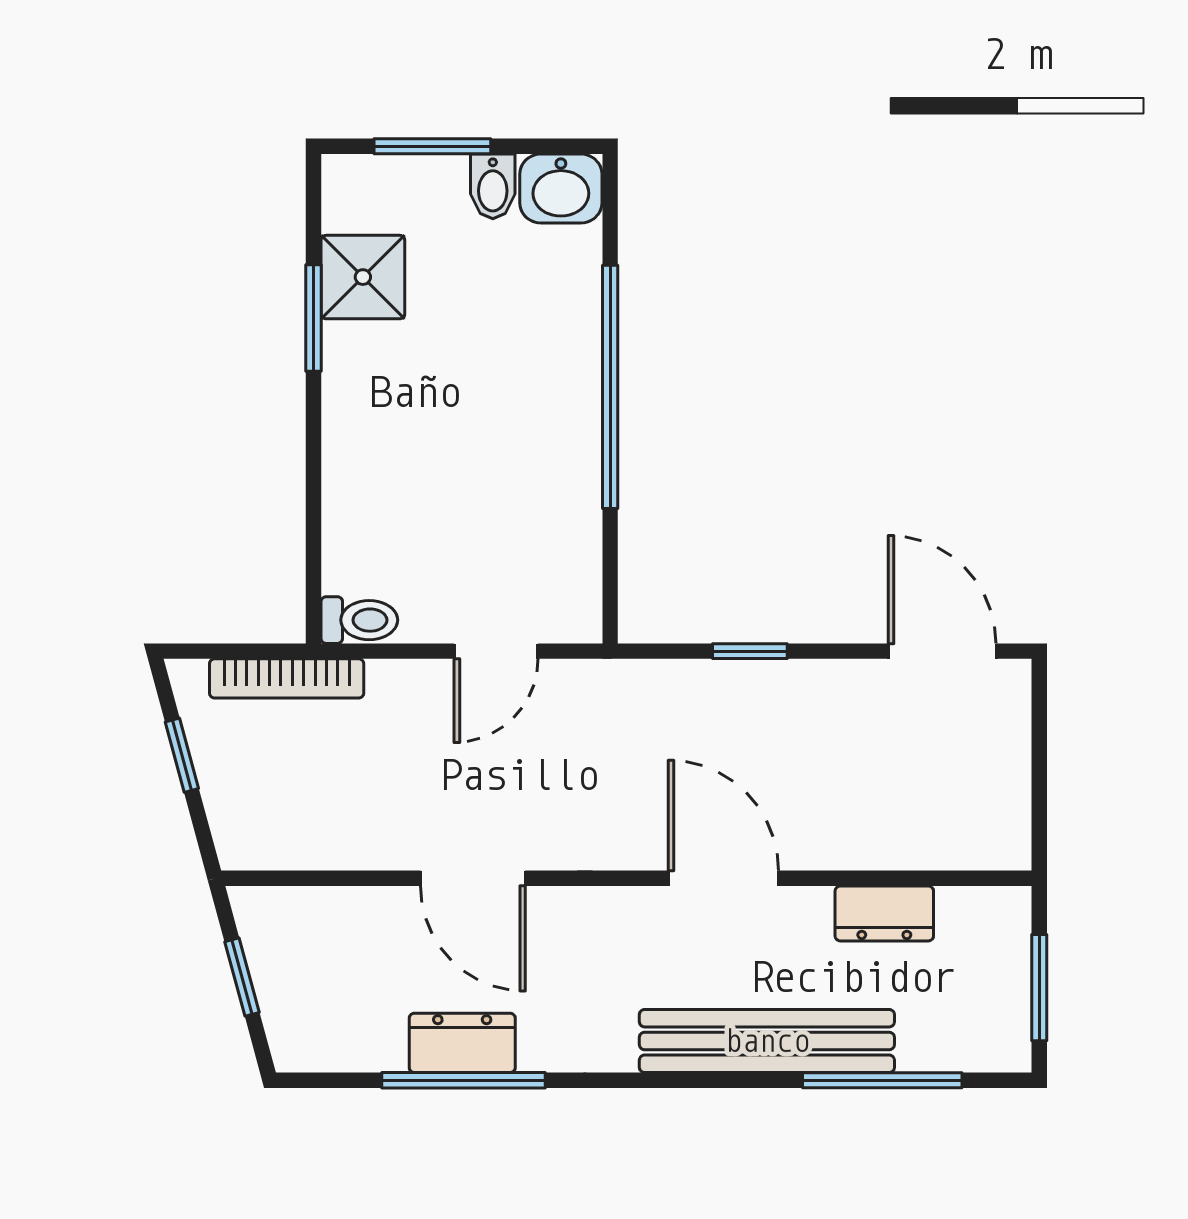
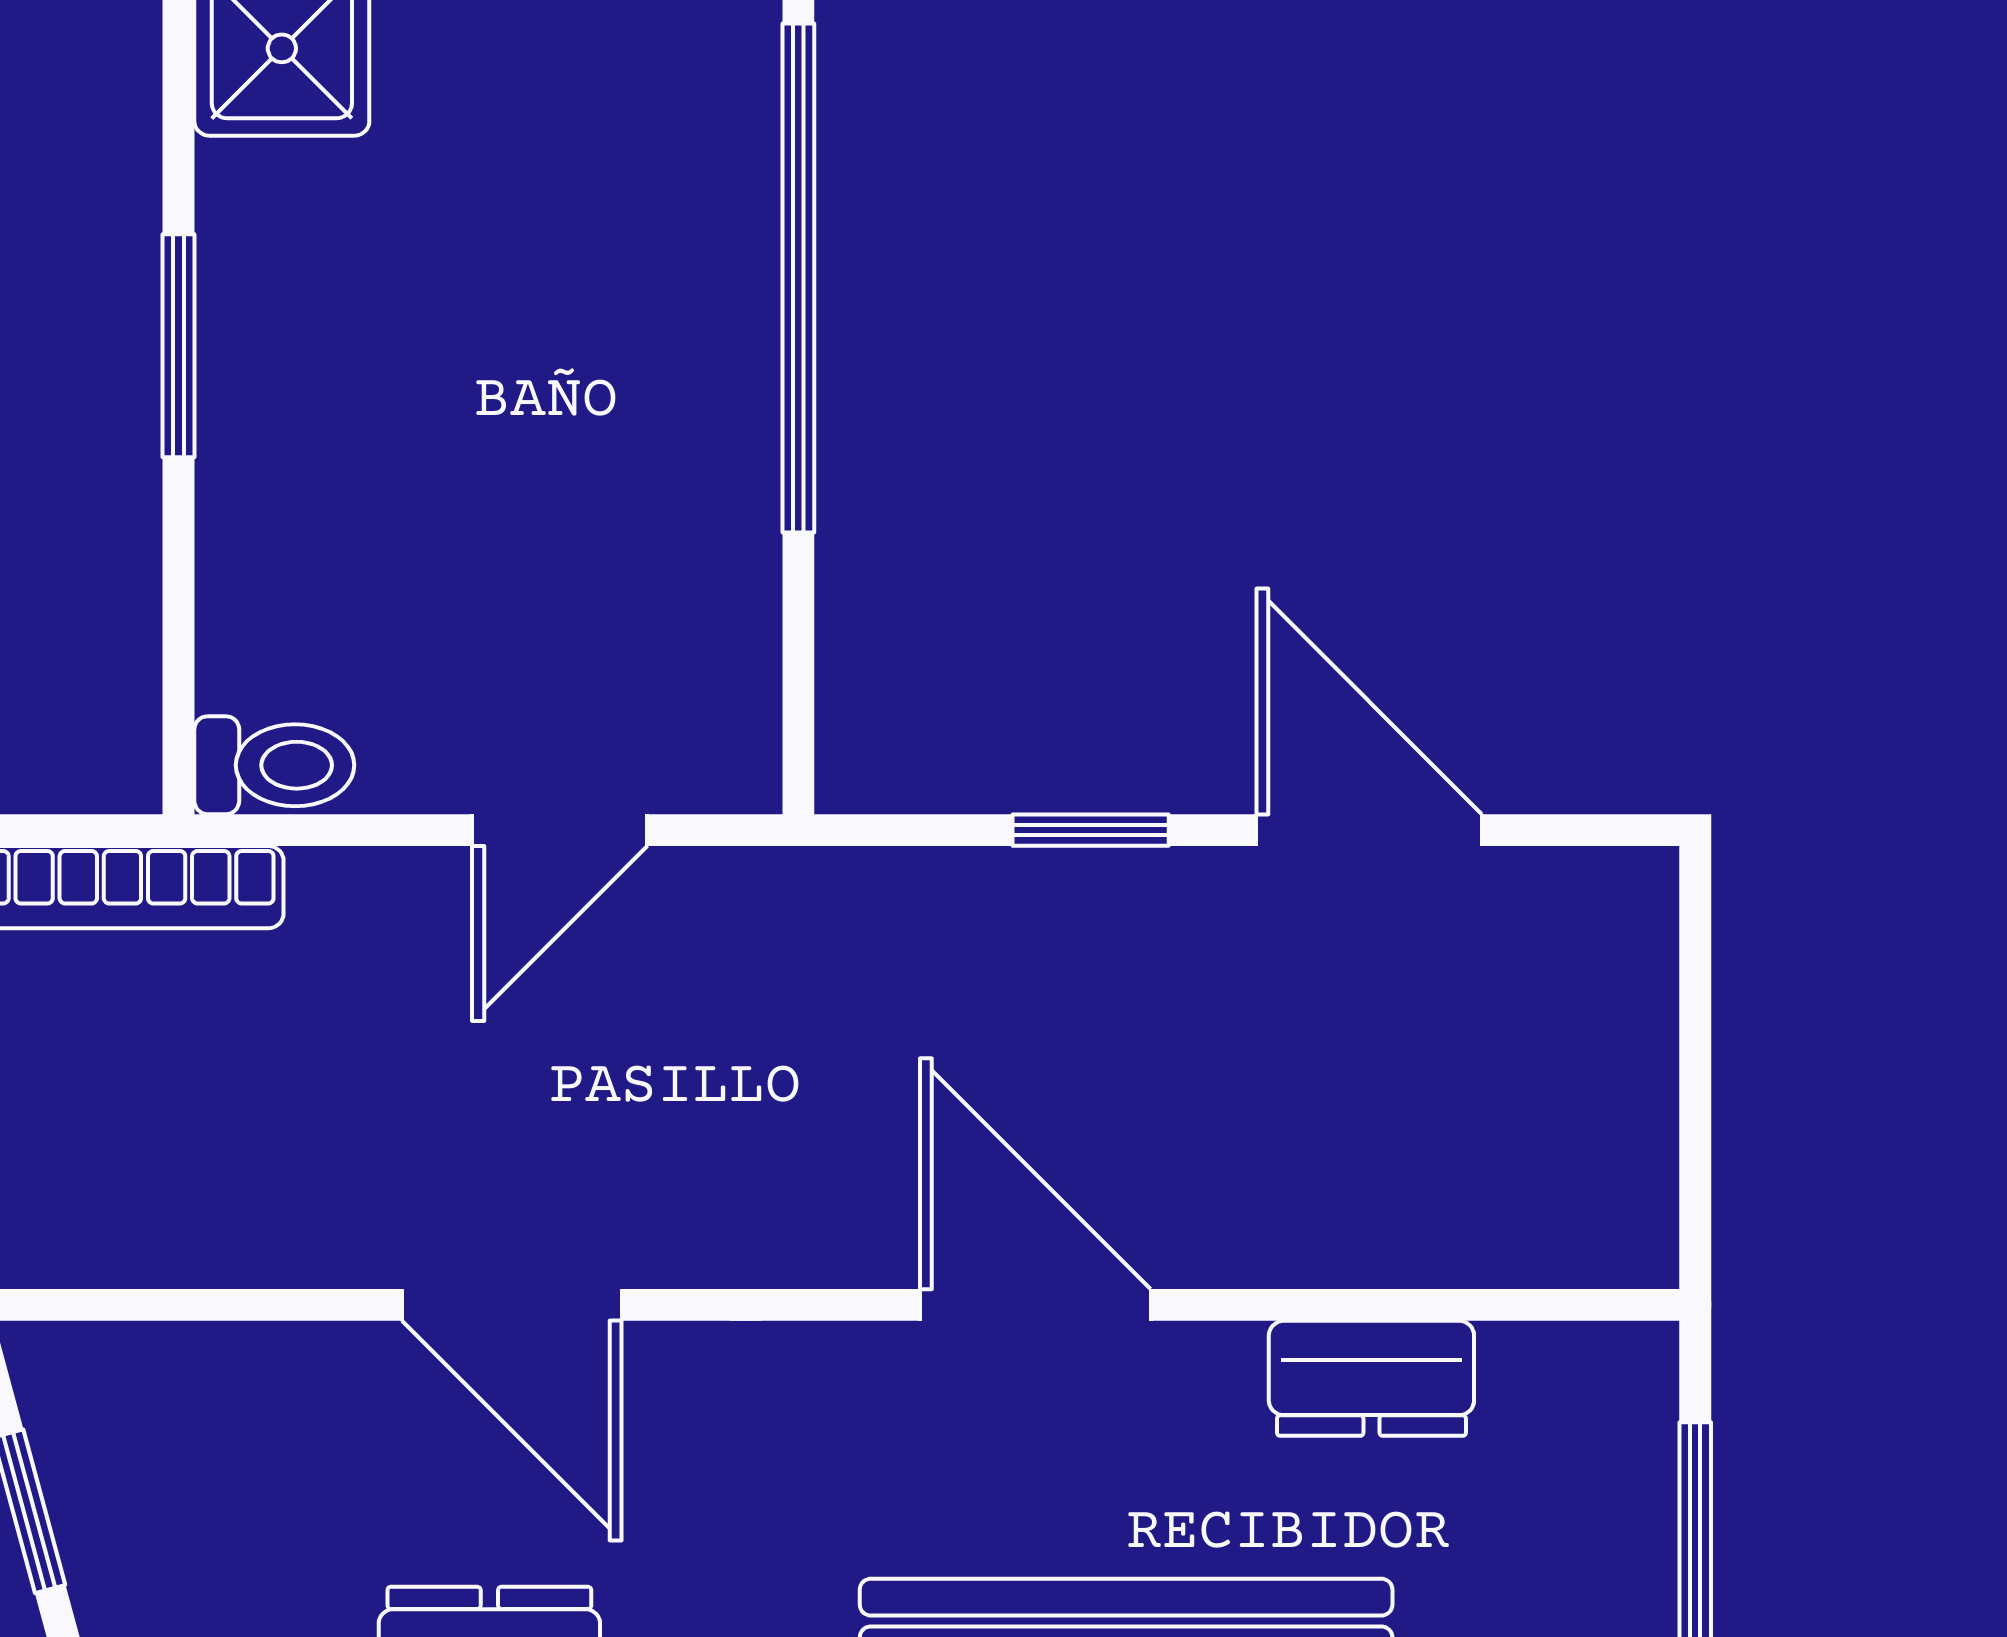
window: (313, 318) -> (179, 346), moved
door: (942, 651) -> (1369, 830), moved

